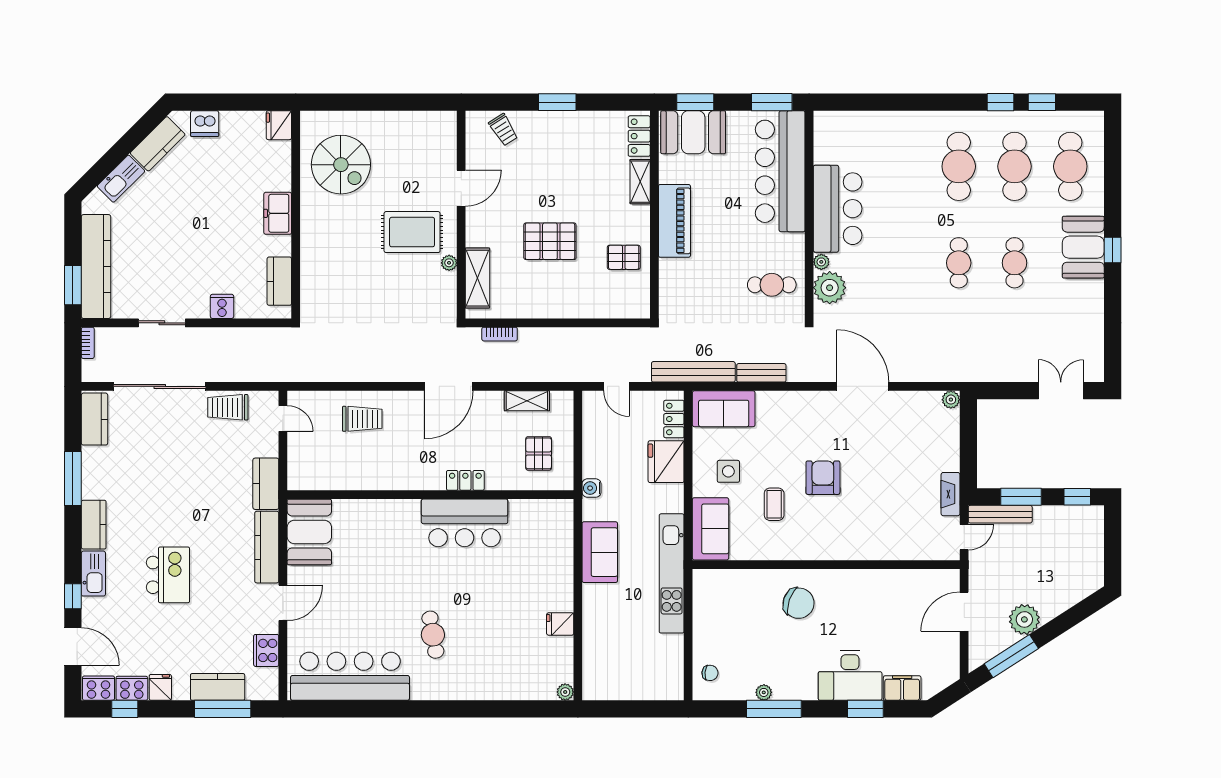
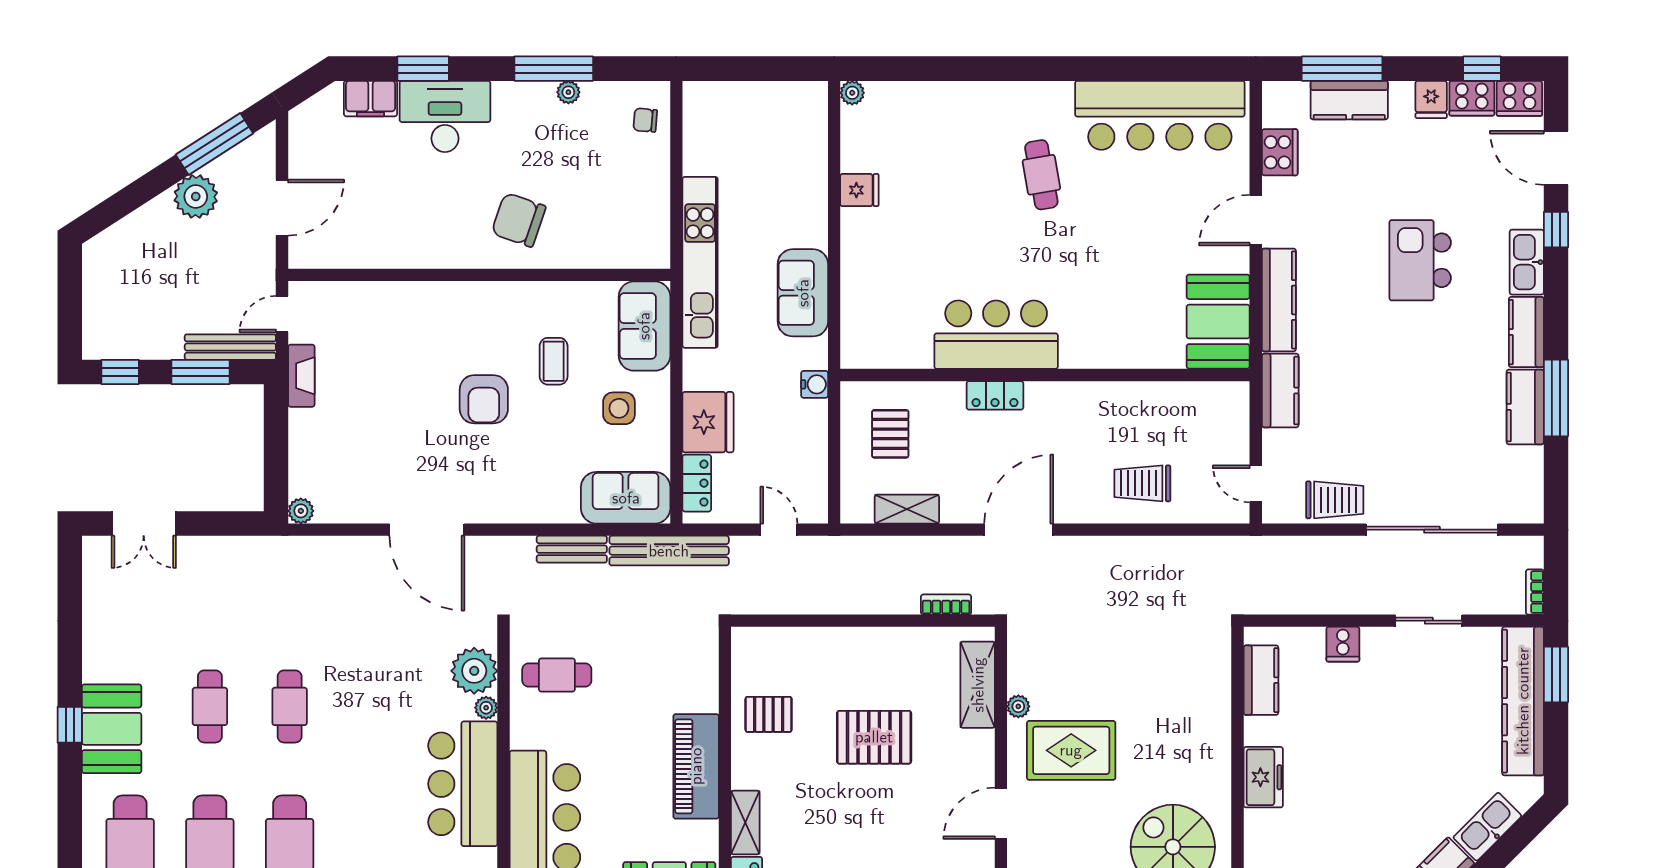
kitchen counter: (94, 419) -> (1525, 407), moved

